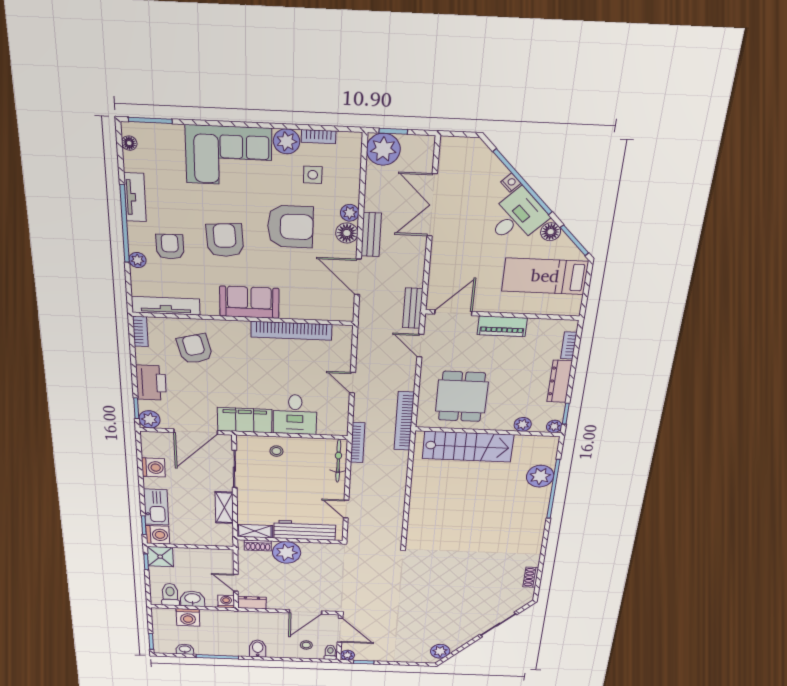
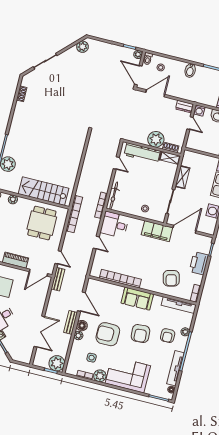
tv unit: (135, 197) -> (175, 368), width x1.41
desk: (295, 414) -> (114, 225), moved, turned -90
plant: (149, 419) -> (206, 242), removed

